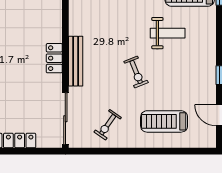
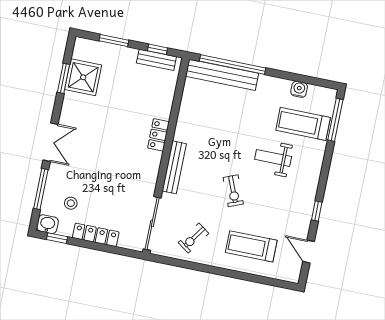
weight bench: (168, 33) -> (273, 158), turned 180
locker: (54, 58) -> (158, 135), moved

